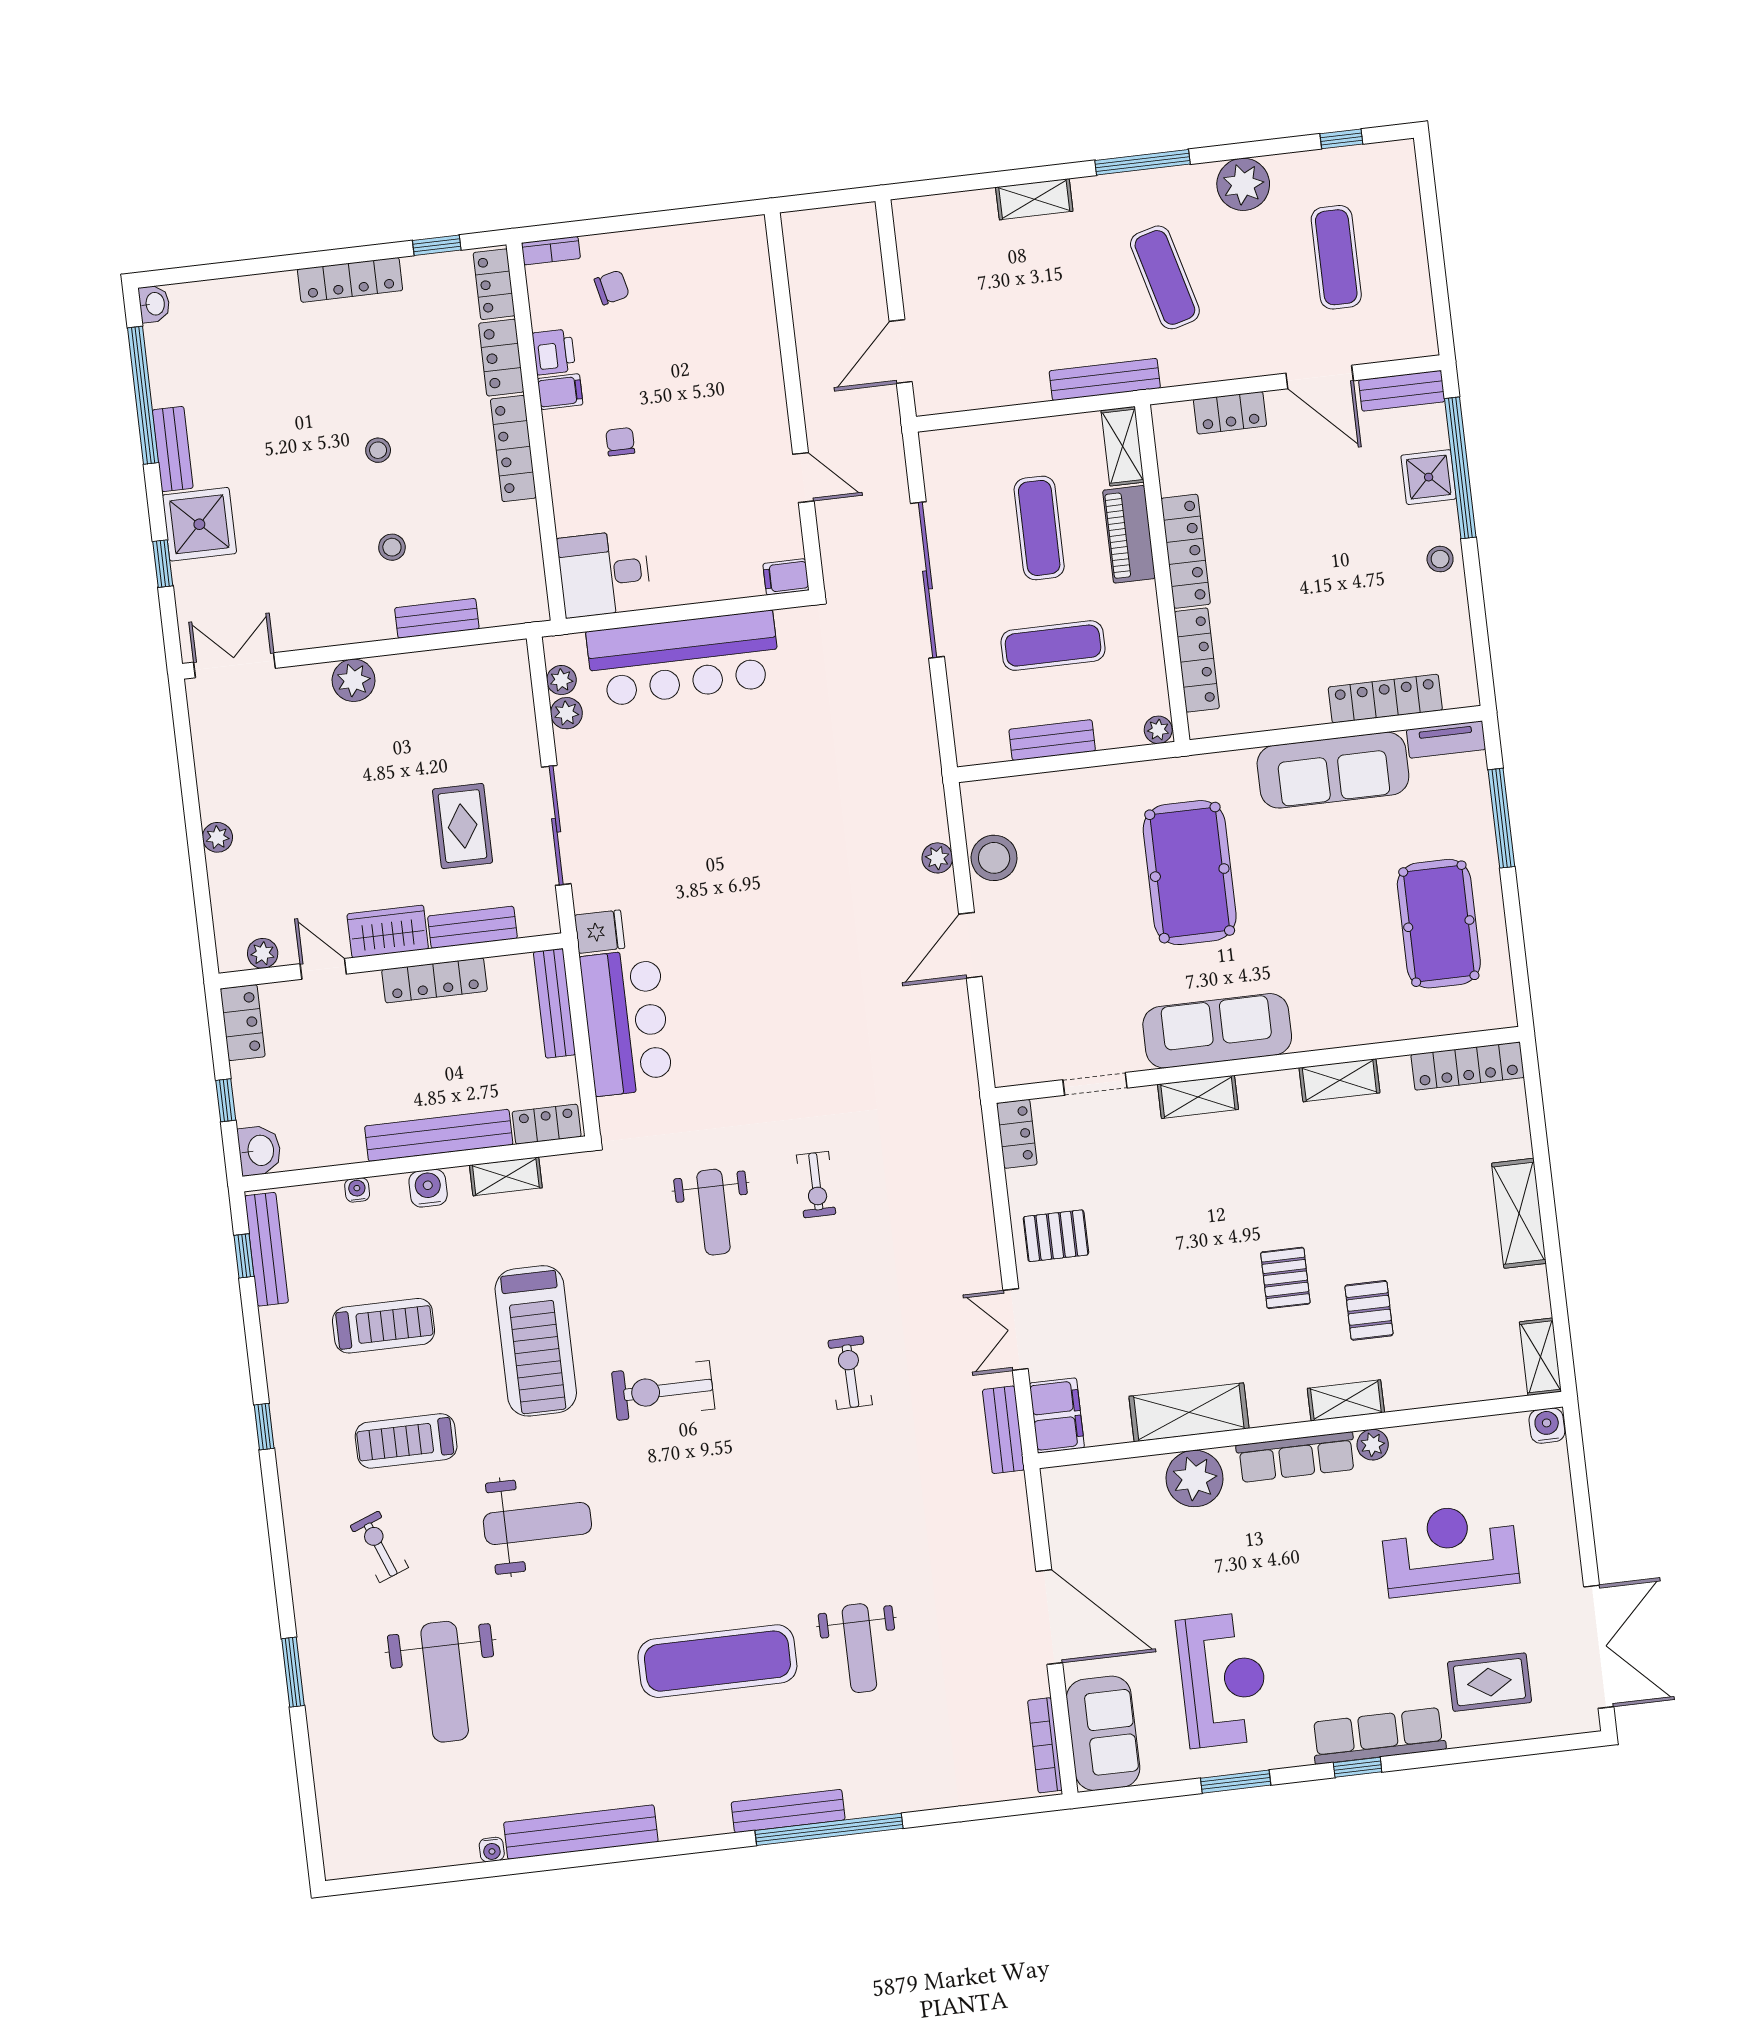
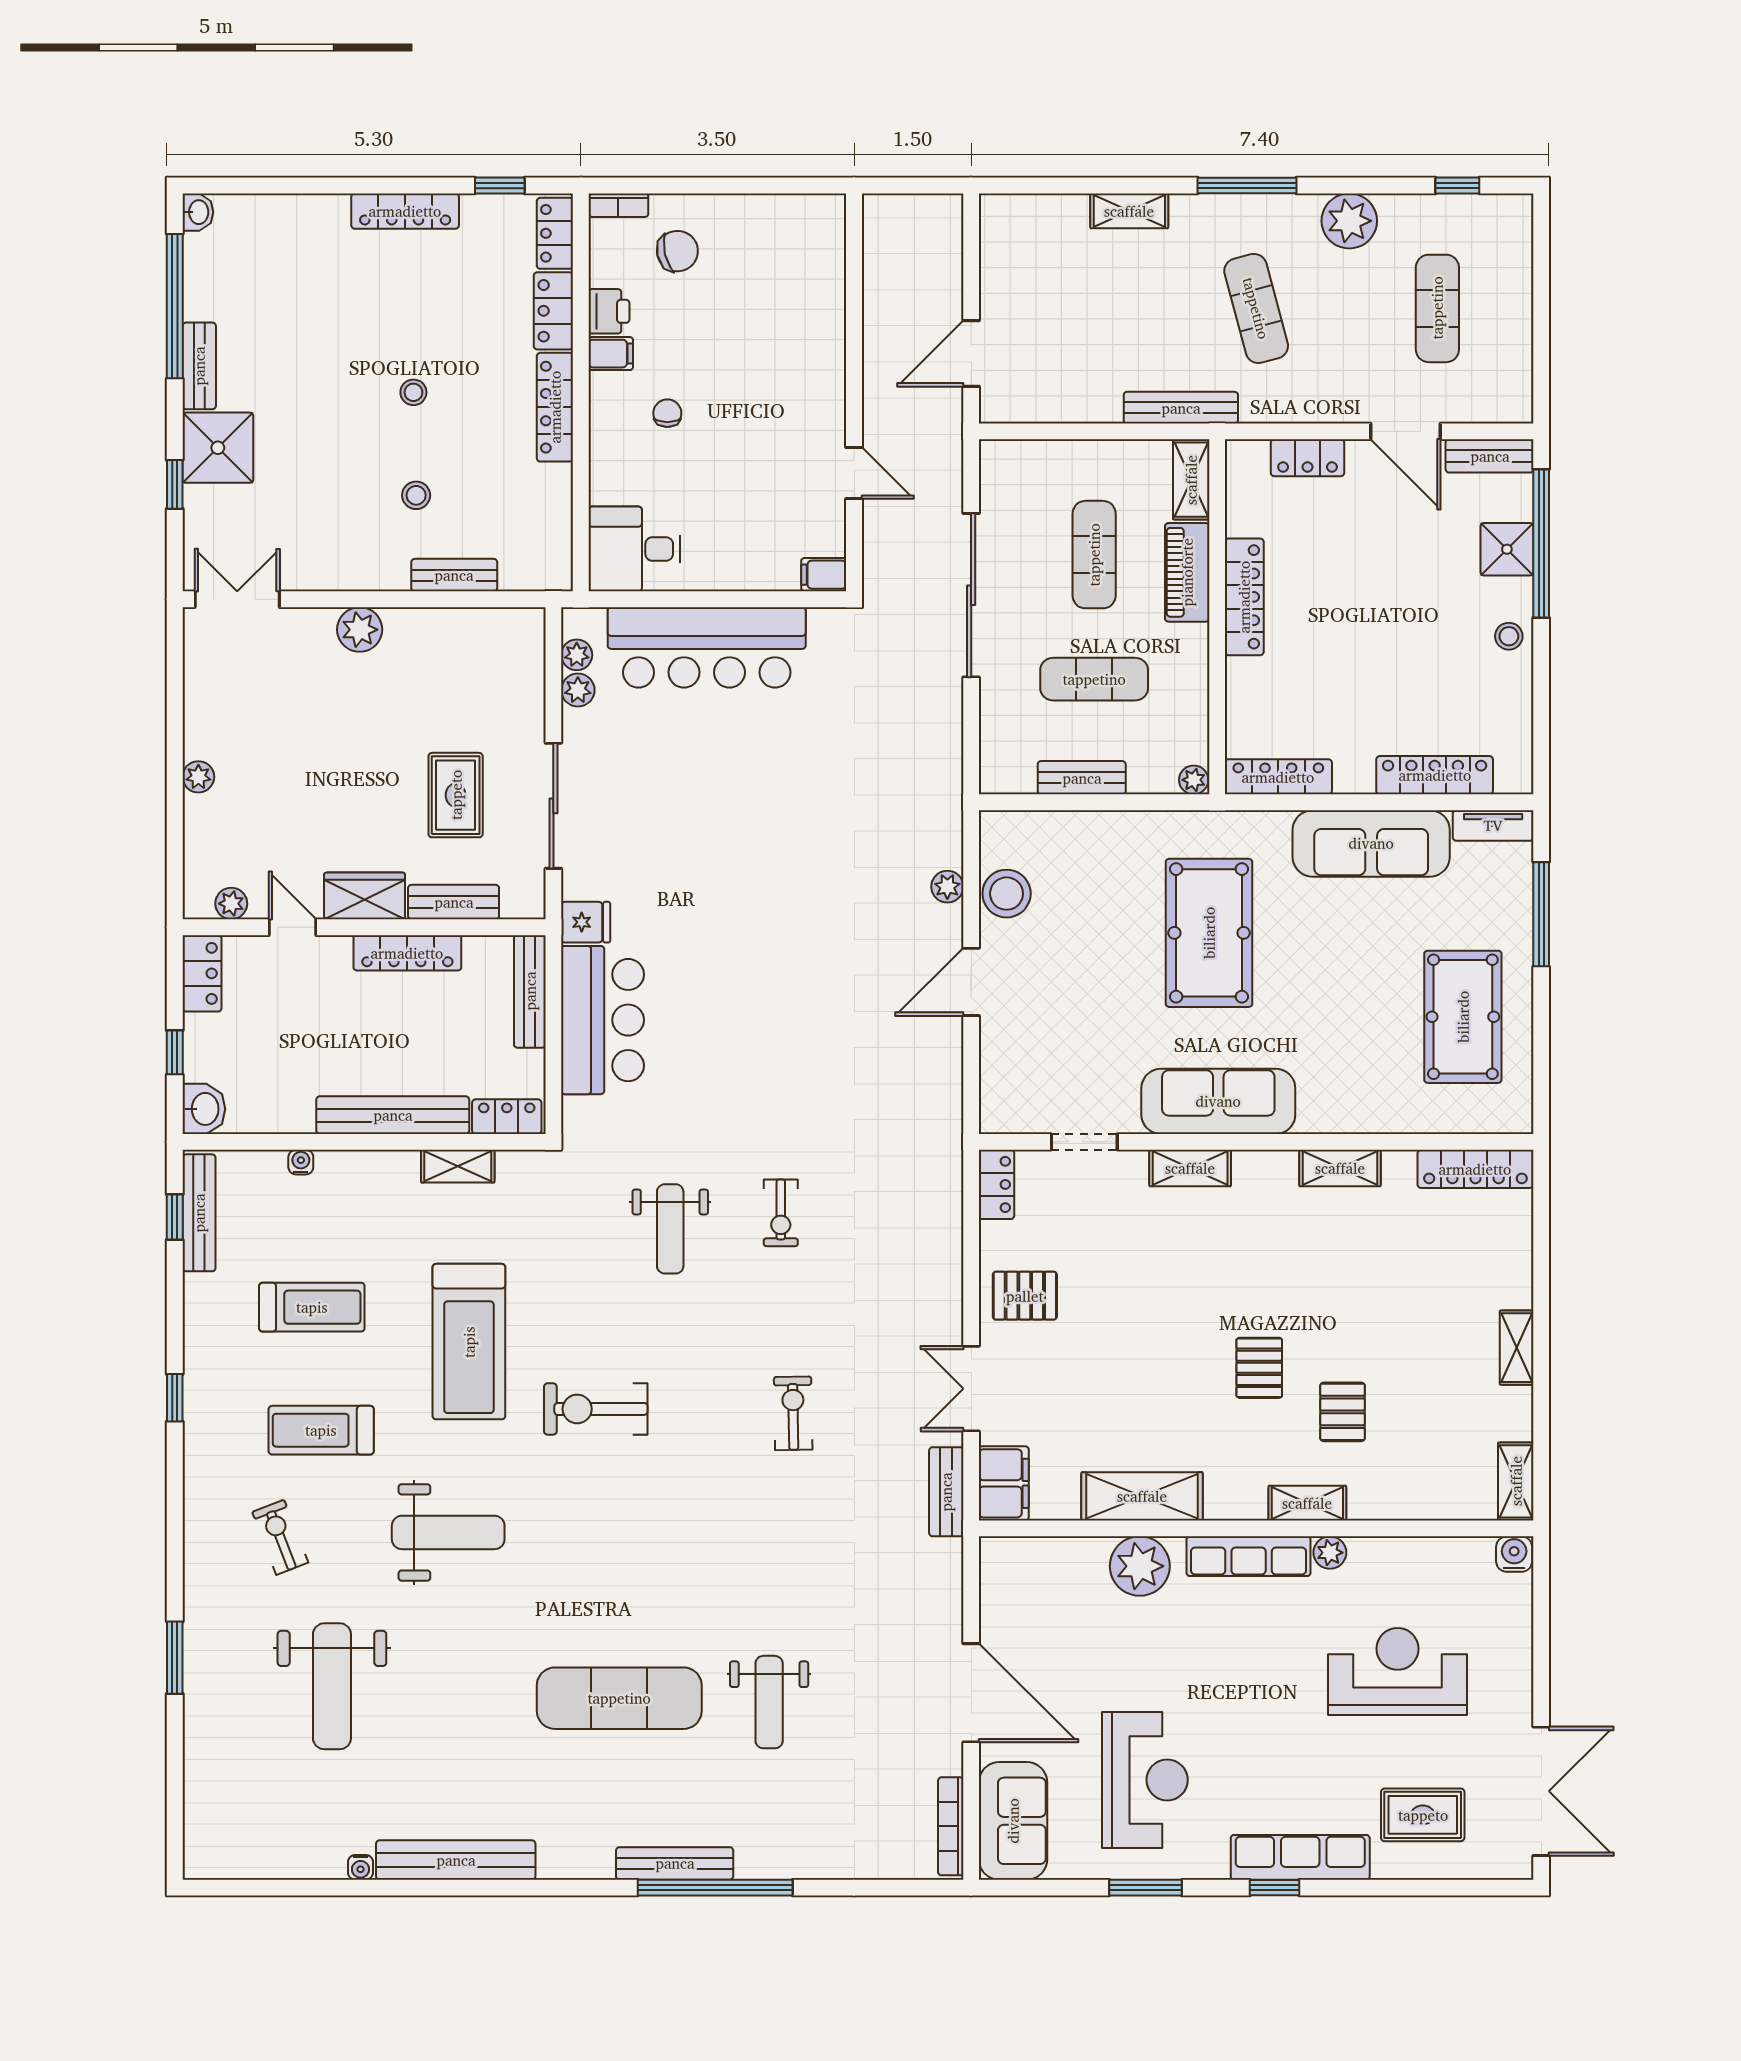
chair: (612, 287) -> (677, 251), width x1.37, depth x1.37
locker: (1197, 660) -> (1278, 777), moved, turned -90
water cooler: (428, 1188) -> (375, 1169), removed
shelving: (1519, 1213) -> (1517, 1348), width x0.67, depth x0.75

